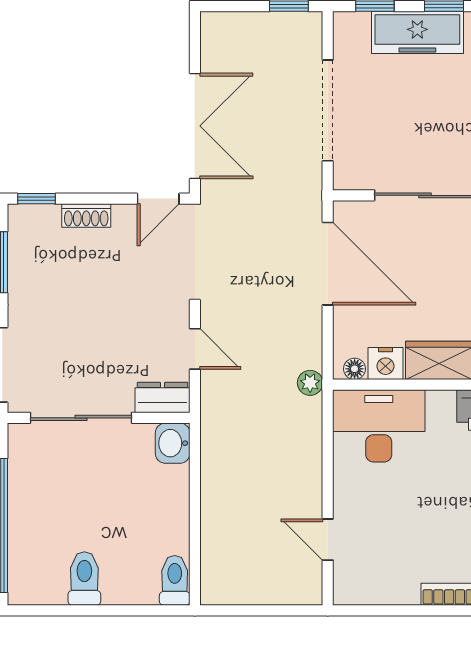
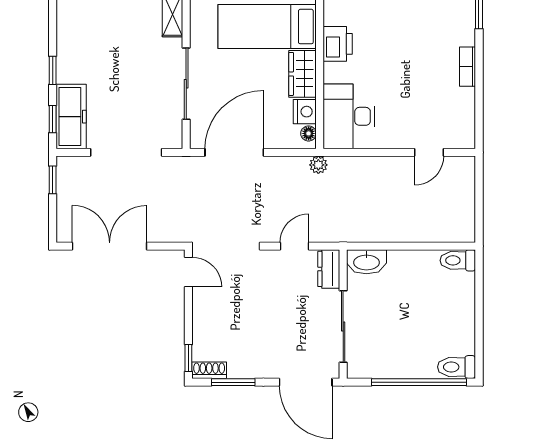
freezer: (417, 32) -> (71, 117), moved
double door: (195, 126) -> (110, 246), moved
shoe rack: (86, 216) -> (209, 370), moved, turned -90
washbasin: (173, 443) -> (366, 262), width x1.38
toilet: (84, 579) -> (457, 367), moved

